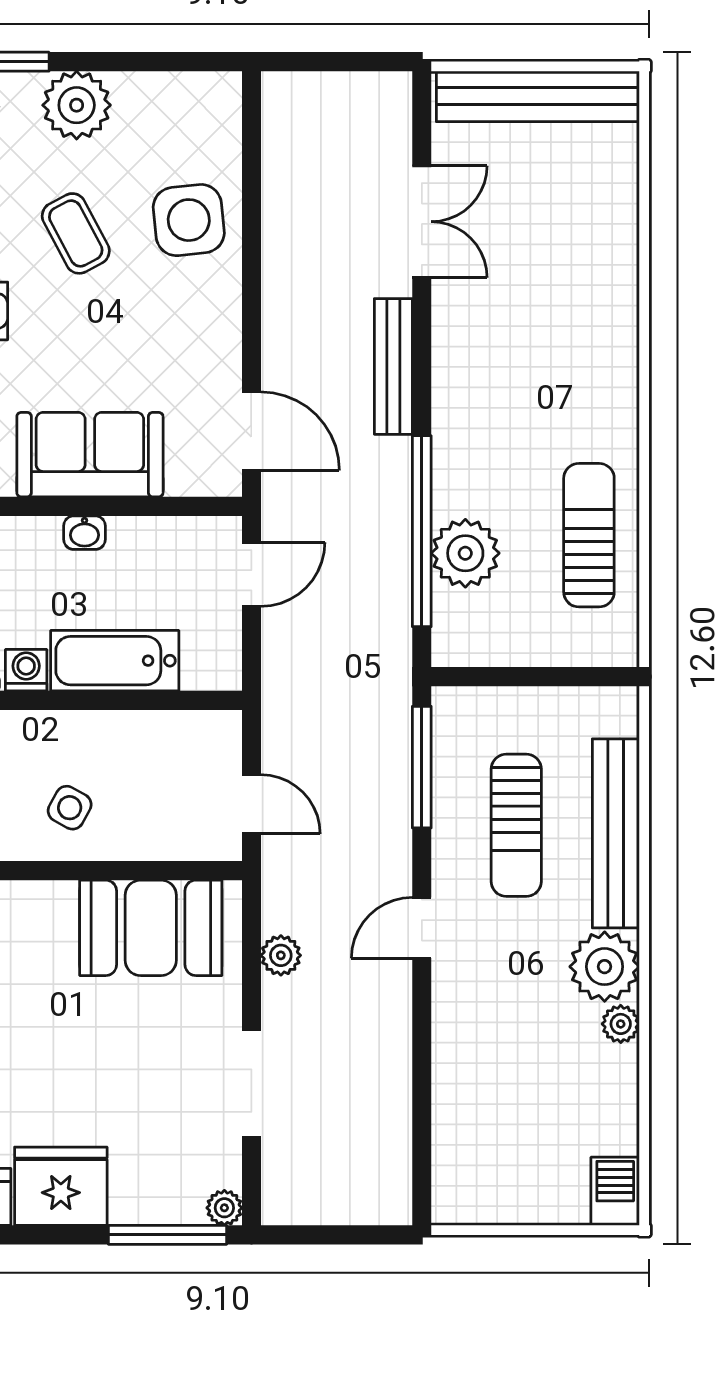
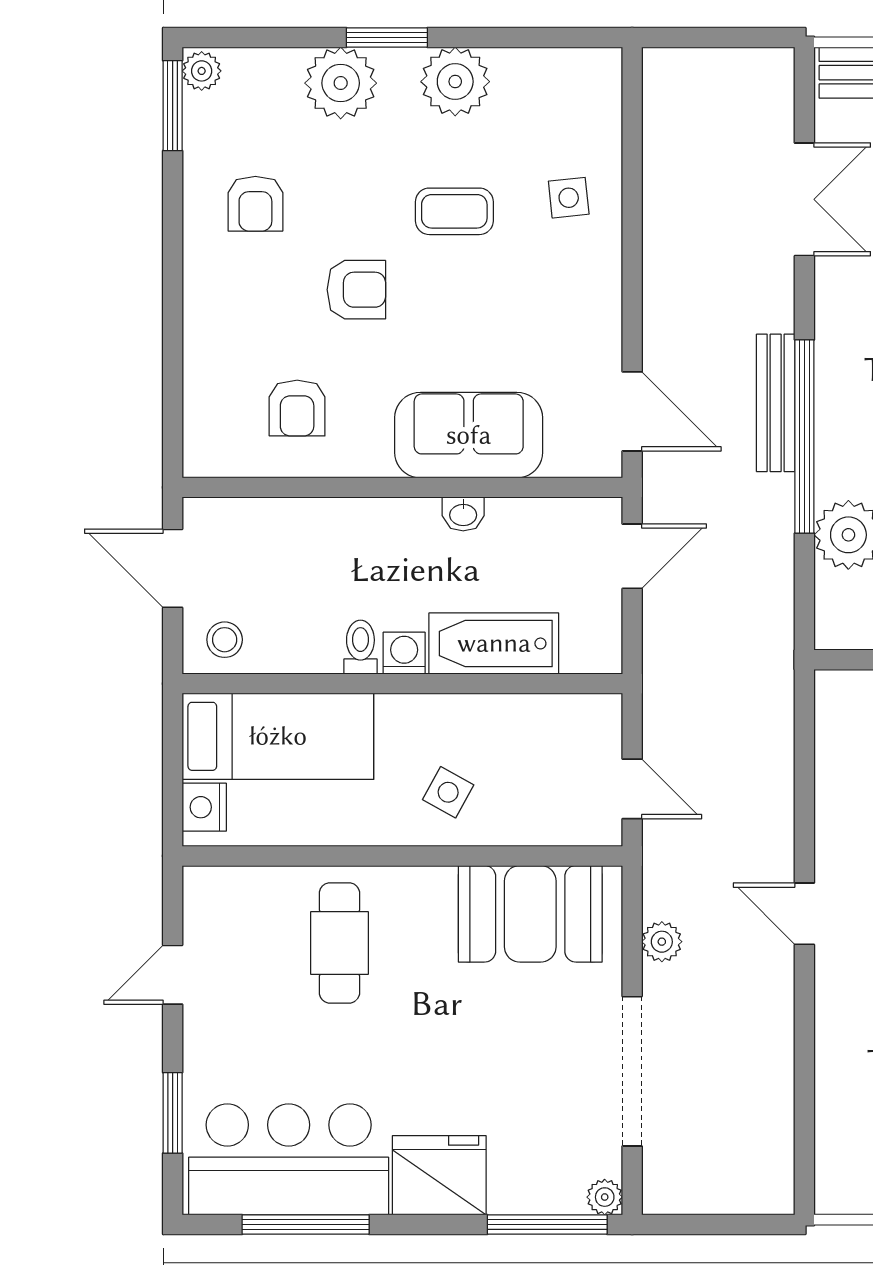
side table: (189, 220) -> (569, 198), width x0.54, depth x0.54
coffee table: (76, 233) -> (454, 211), turned -62
bench: (393, 366) -> (776, 403), moved
window: (422, 531) -> (804, 436), moved
window: (422, 767) -> (804, 751), removed
door: (422, 928) -> (804, 914), hinge flipped
doorway: (251, 1083) -> (632, 1071), width x1.36

